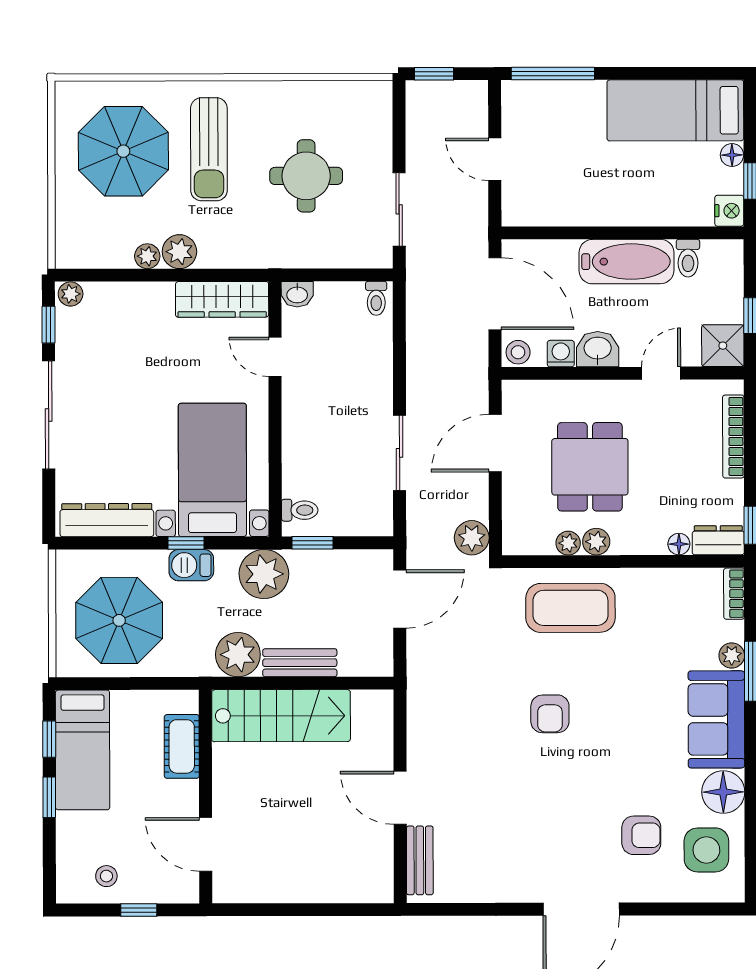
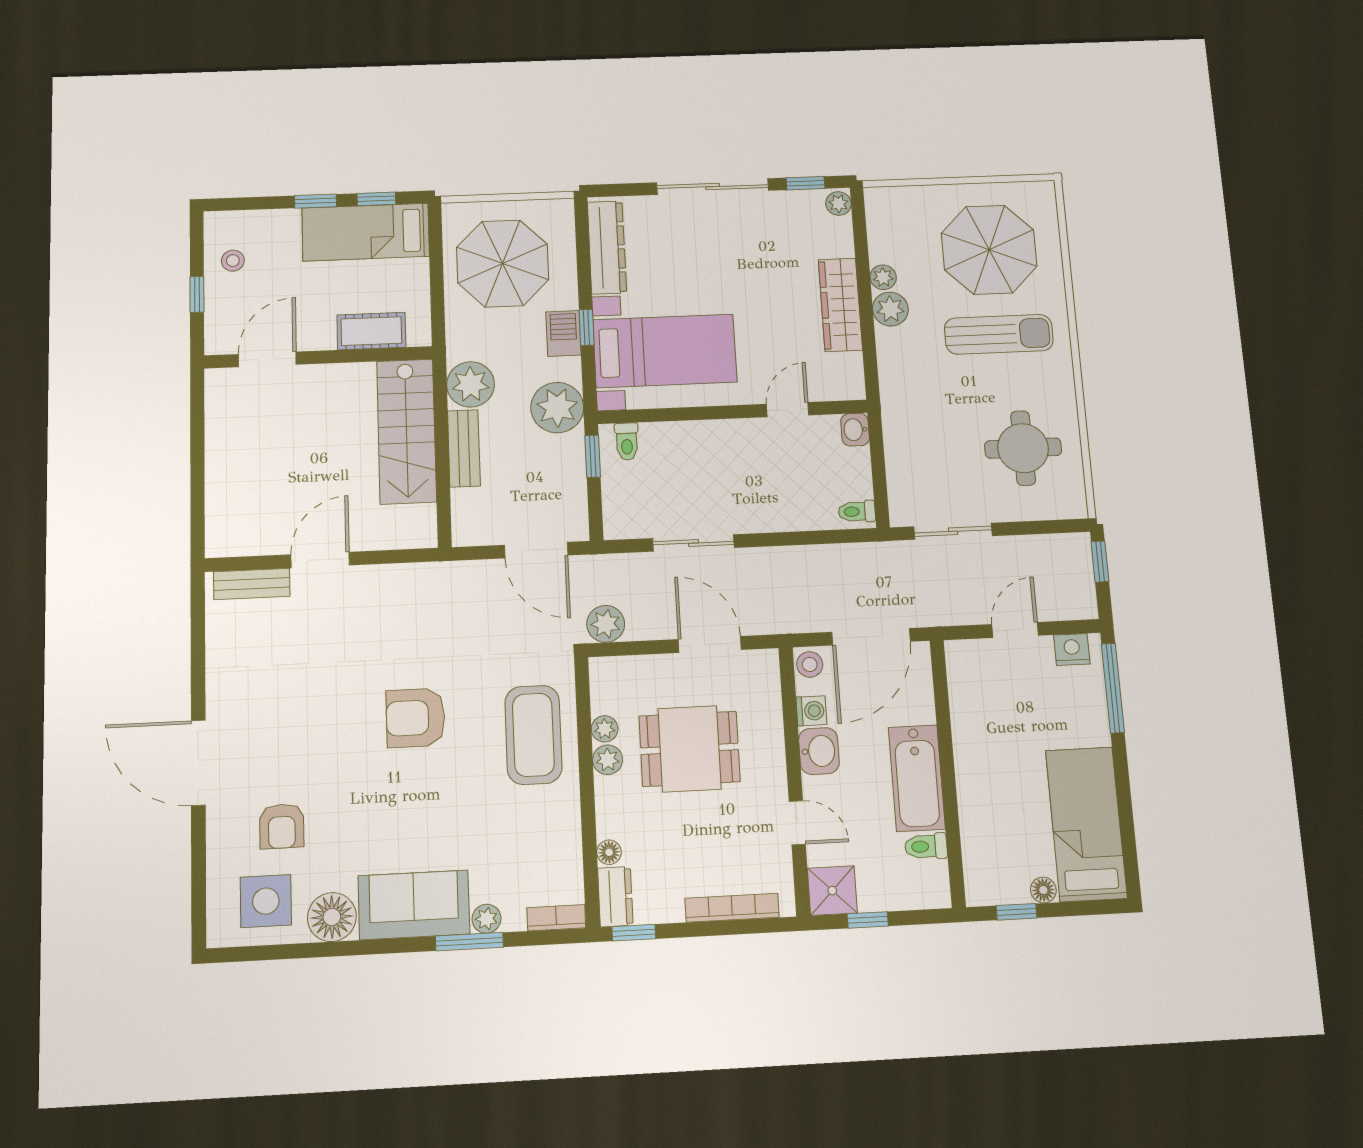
sun lounger: (209, 149) -> (999, 334), turned 180
round table: (306, 176) -> (1023, 448), moved
nightstand: (729, 211) -> (1072, 649), moved, turned 180
wardrobe: (222, 299) -> (840, 305), moved
armchair: (550, 714) -> (416, 718), width x1.38, depth x1.38

